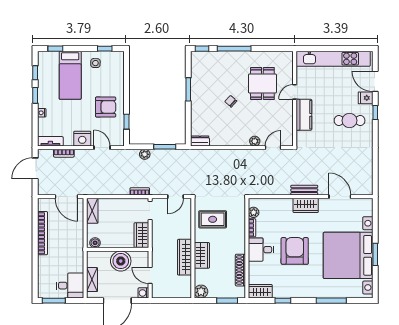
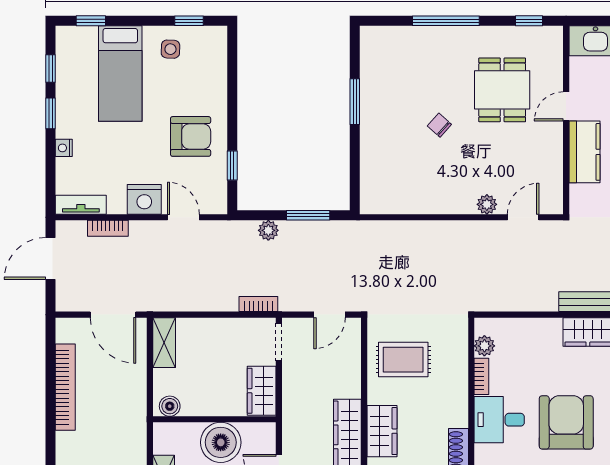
window: (202, 49) -> (529, 21), moved
dresser: (200, 141) -> (378, 204), removed

